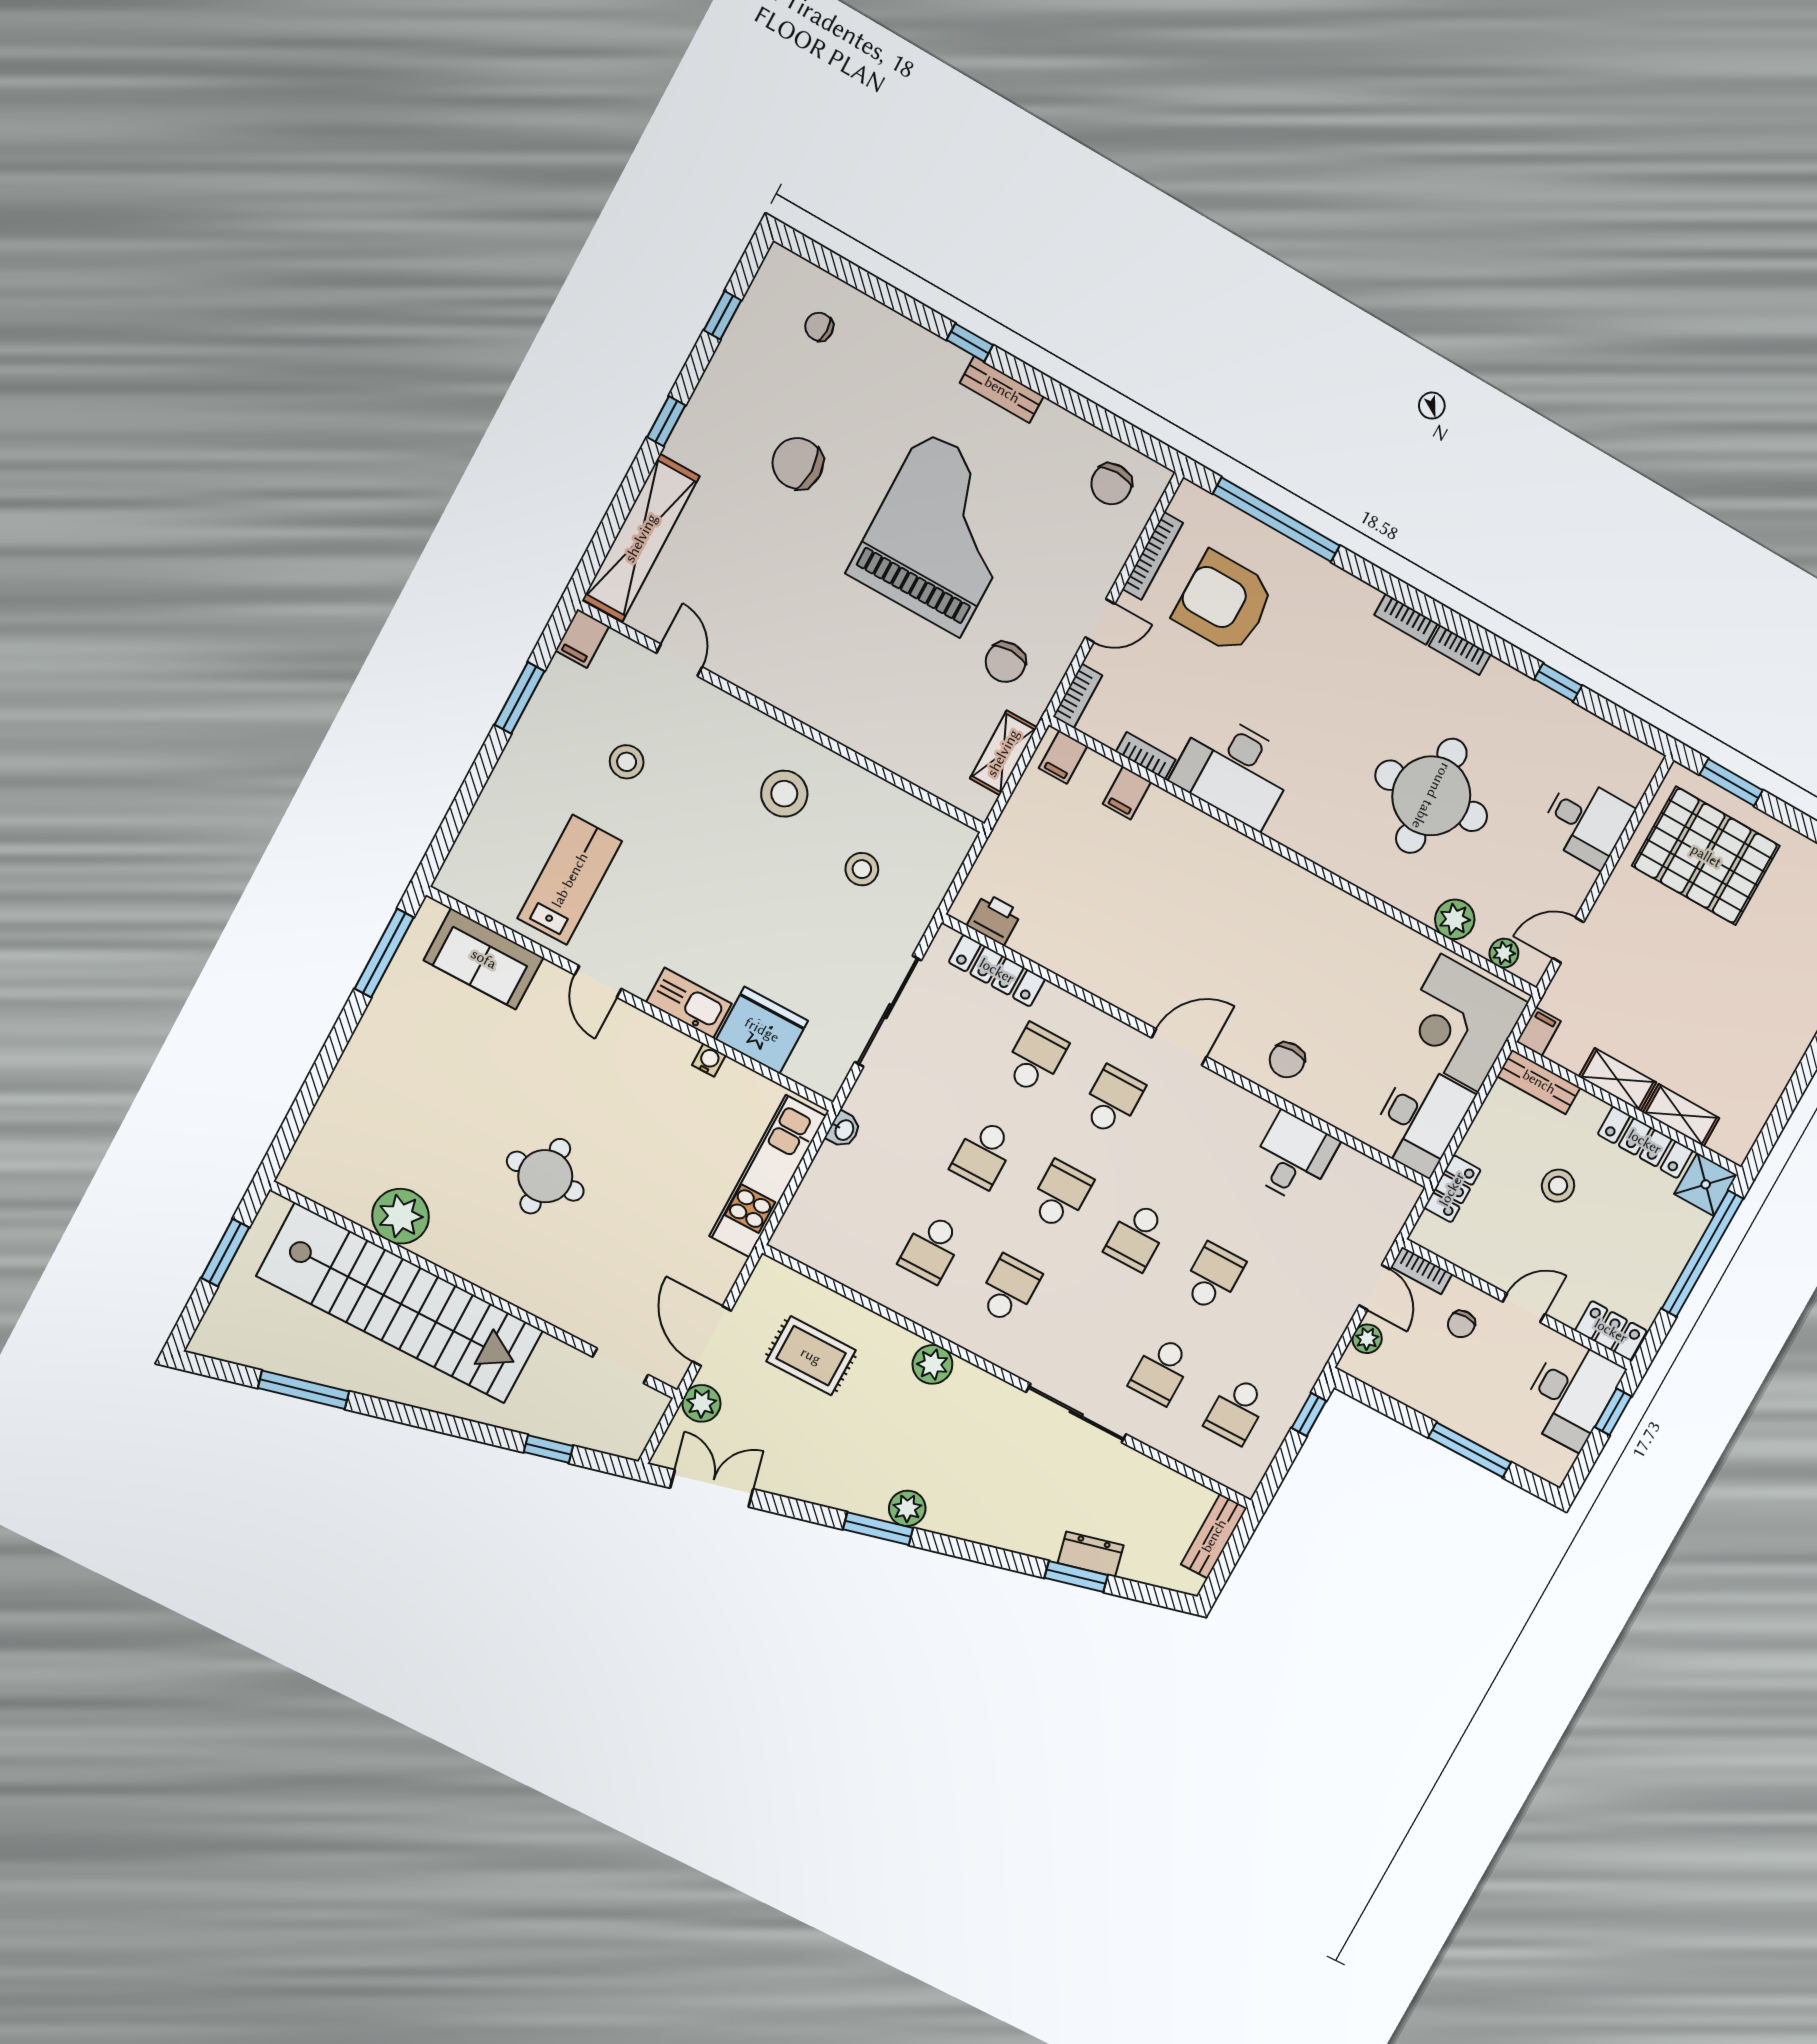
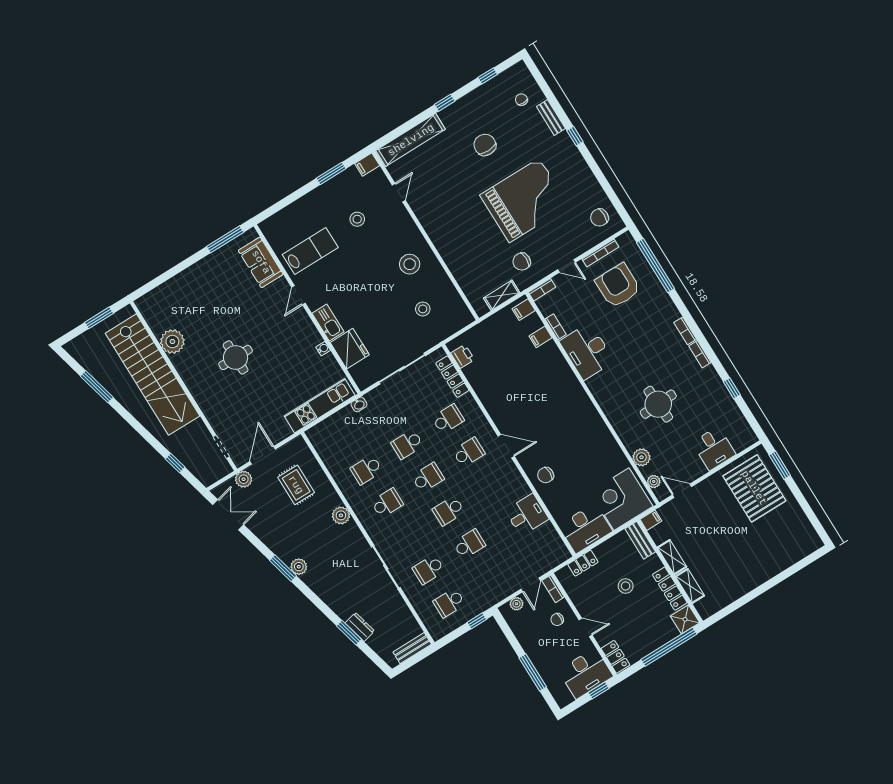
bench: (1002, 390) -> (551, 117), moved
round table: (1431, 796) -> (658, 404), width x0.73, depth x0.73

